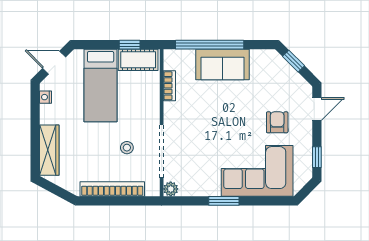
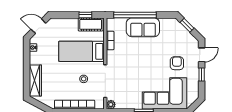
bed: (101, 86) -> (81, 51), moved, turned 90
window: (317, 157) -> (202, 74), moved

